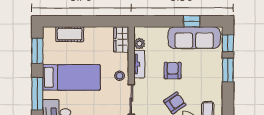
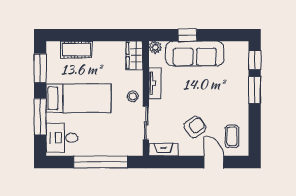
window: (192, 21) -> (187, 35), moved
sofa: (194, 38) -> (195, 54), moved
plant: (140, 44) -> (155, 47), moved
armchair: (173, 70) -> (192, 90), removed

